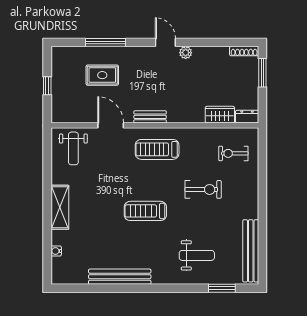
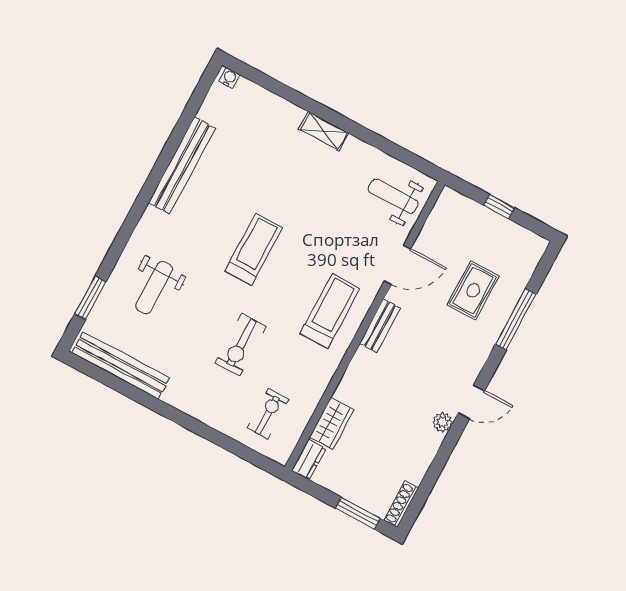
shelving: (60, 207) -> (324, 131), width x0.67, depth x0.75
water cooler: (56, 251) -> (229, 78), moved

